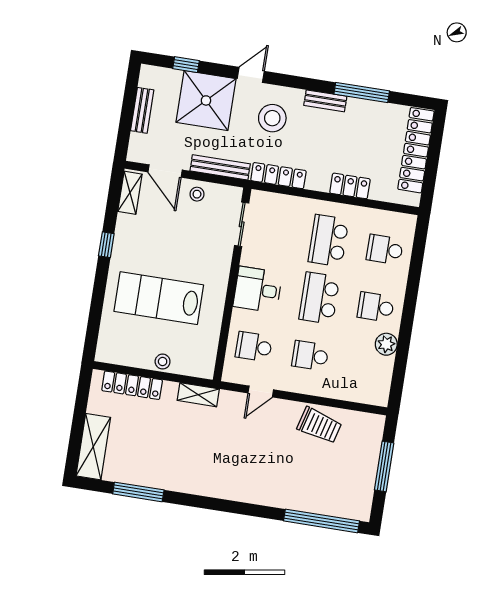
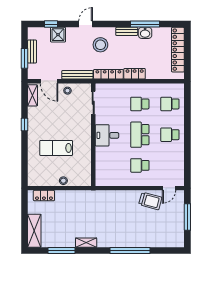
shower: (206, 100) -> (58, 35), width x0.54, depth x0.54
washbasin: (359, 109) -> (145, 33), added
window: (126, 121) -> (24, 58), added
locker: (350, 186) -> (135, 74), moved
school desk: (328, 241) -> (140, 104), width x0.54
lab bench: (159, 298) -> (56, 148), width x0.73, depth x0.72
plant: (386, 344) -> (178, 153), removed
school desk: (254, 347) -> (110, 165), removed
locker: (132, 385) -> (44, 196), width x0.66
door: (261, 391) -> (169, 188), moved
shelving: (198, 395) -> (86, 243), moved
window: (322, 521) -> (130, 251), moved

